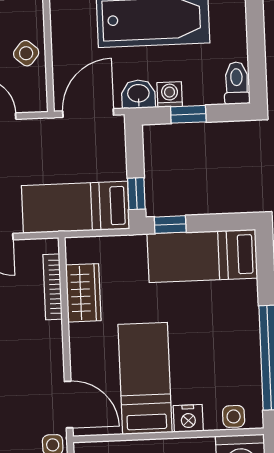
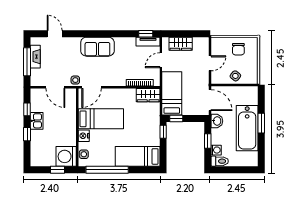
washing machine: (170, 95) -> (216, 150), moved
bed: (202, 256) -> (138, 156), moved, turned -90
wardrobe: (83, 293) -> (148, 95), moved

